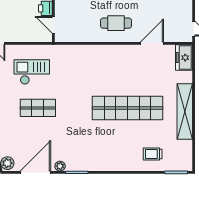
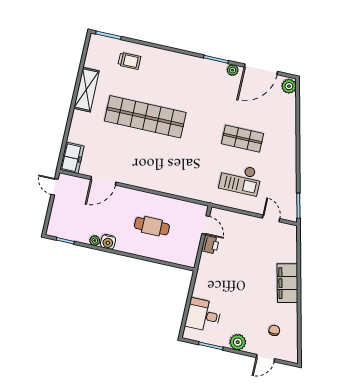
cafe table: (116, 23) -> (152, 226), moved
shelving: (185, 111) -> (86, 90), width x0.68

